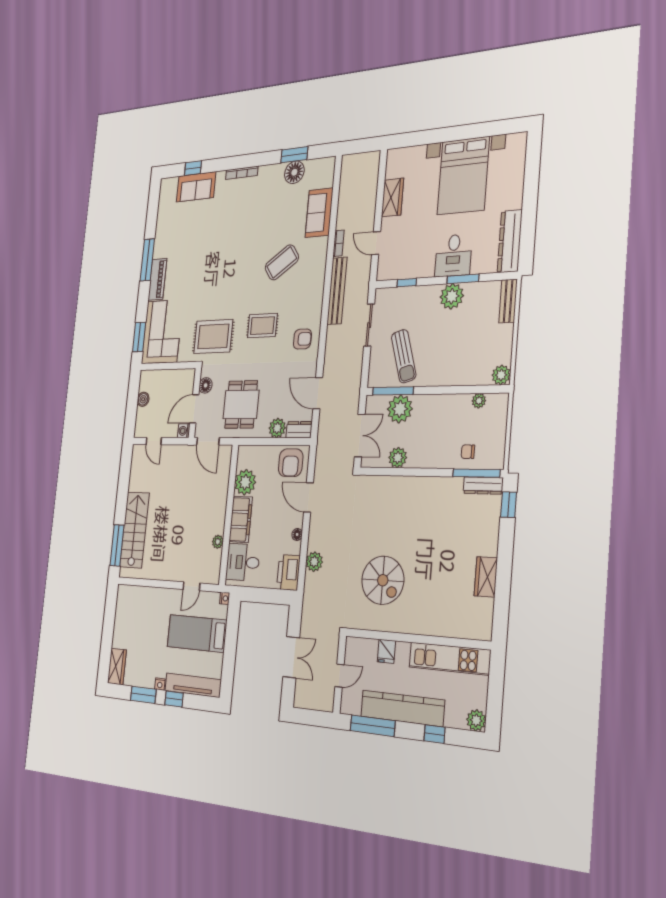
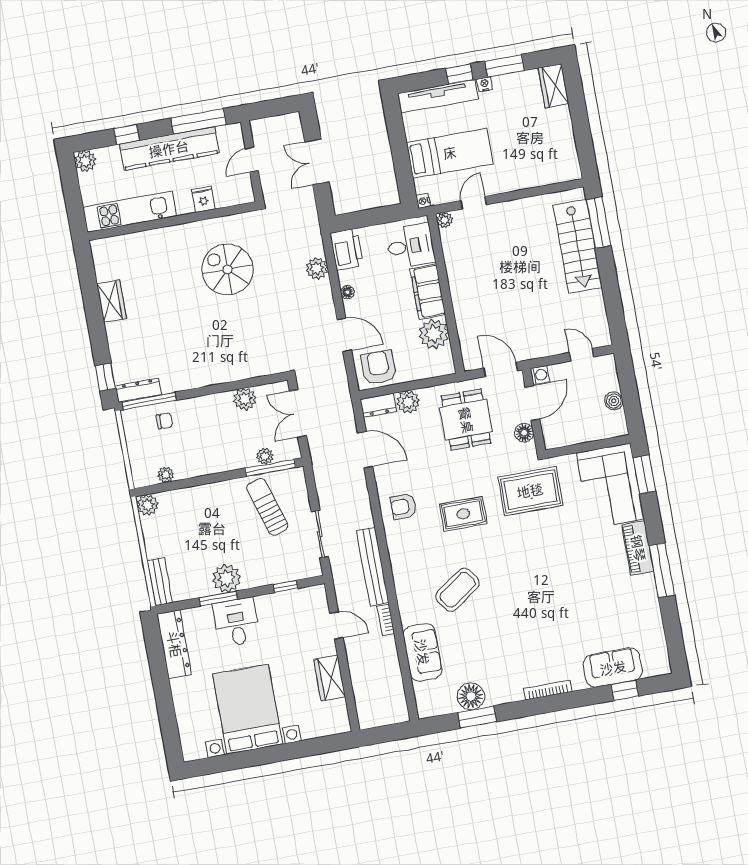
plant: (400, 409) -> (265, 456), width x0.53, depth x0.53
plant: (218, 542) -> (445, 220), moved

